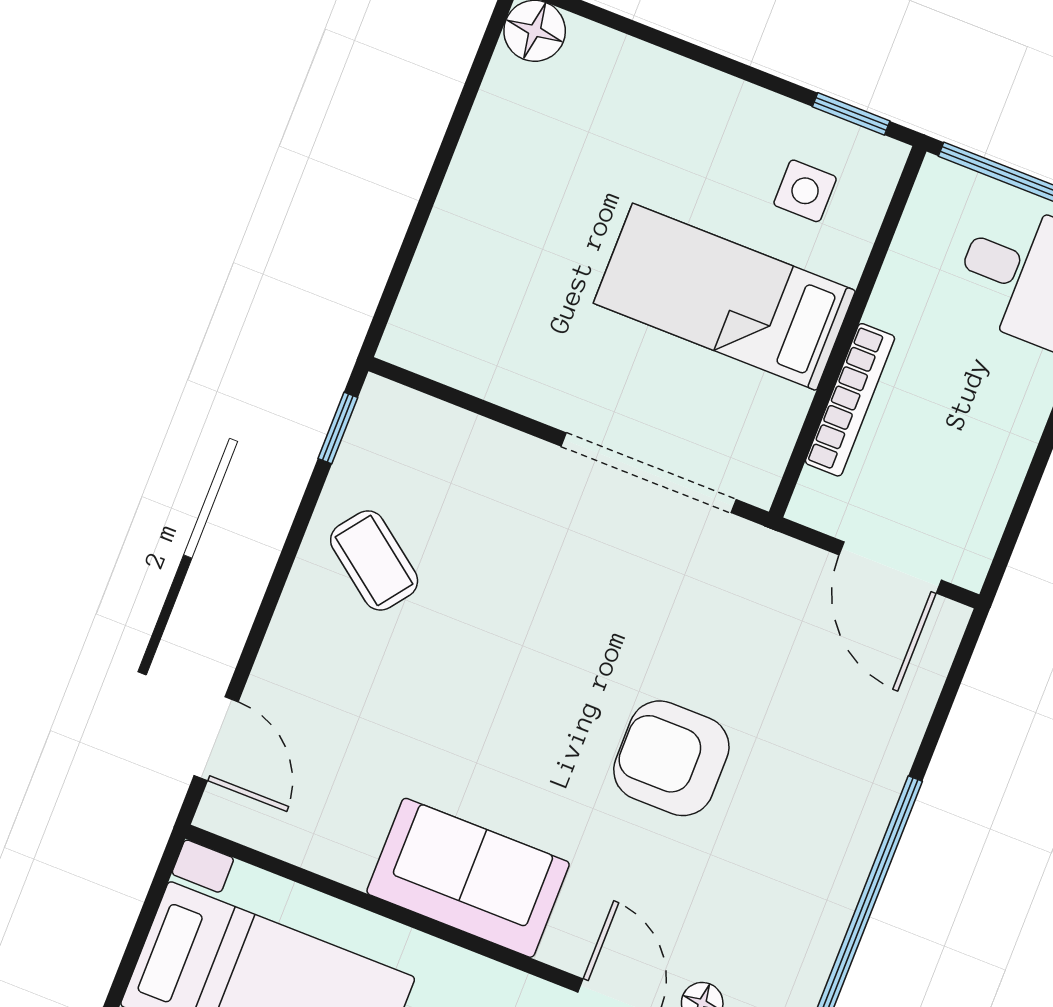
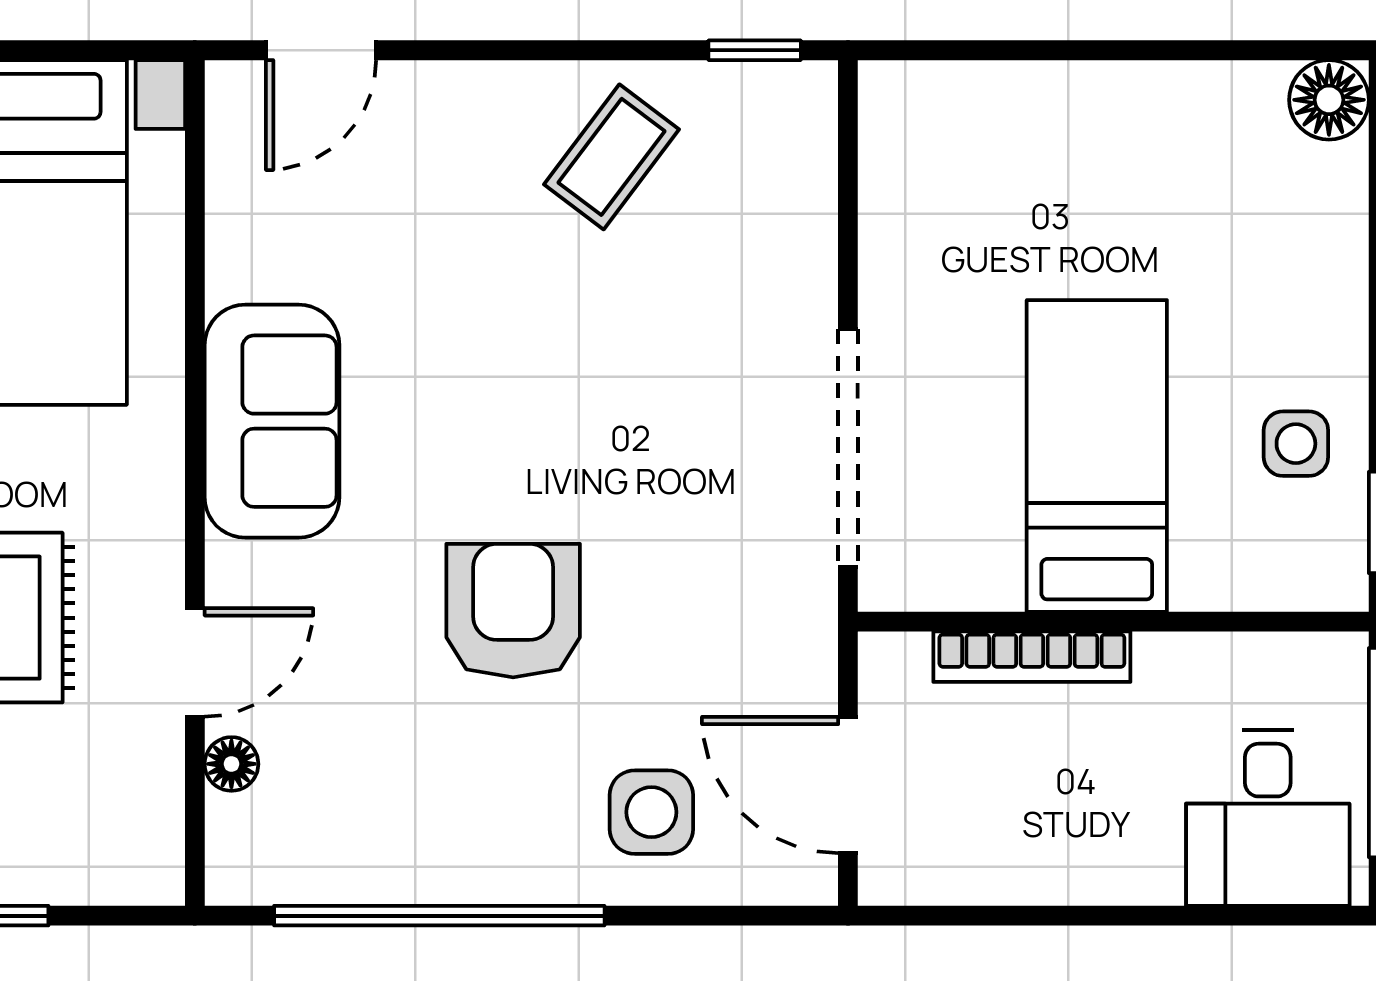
side table: (805, 191) -> (1296, 444), moved
door: (890, 567) -> (848, 785), hinge flipped
side table: (854, 716) -> (651, 812), added

